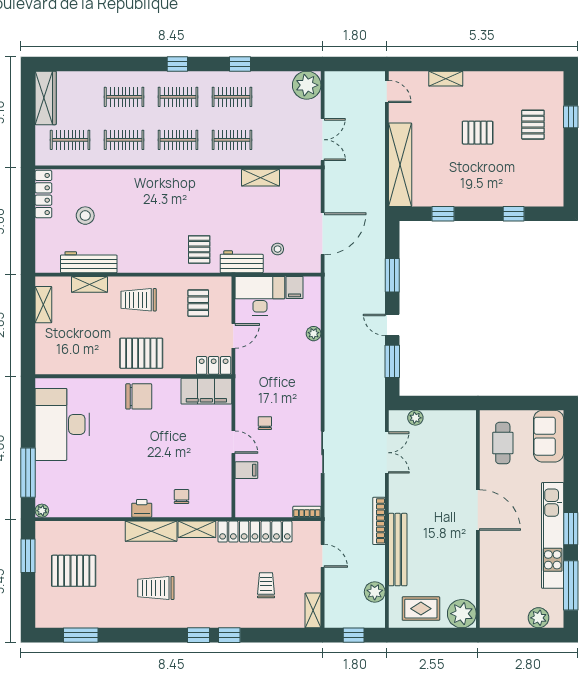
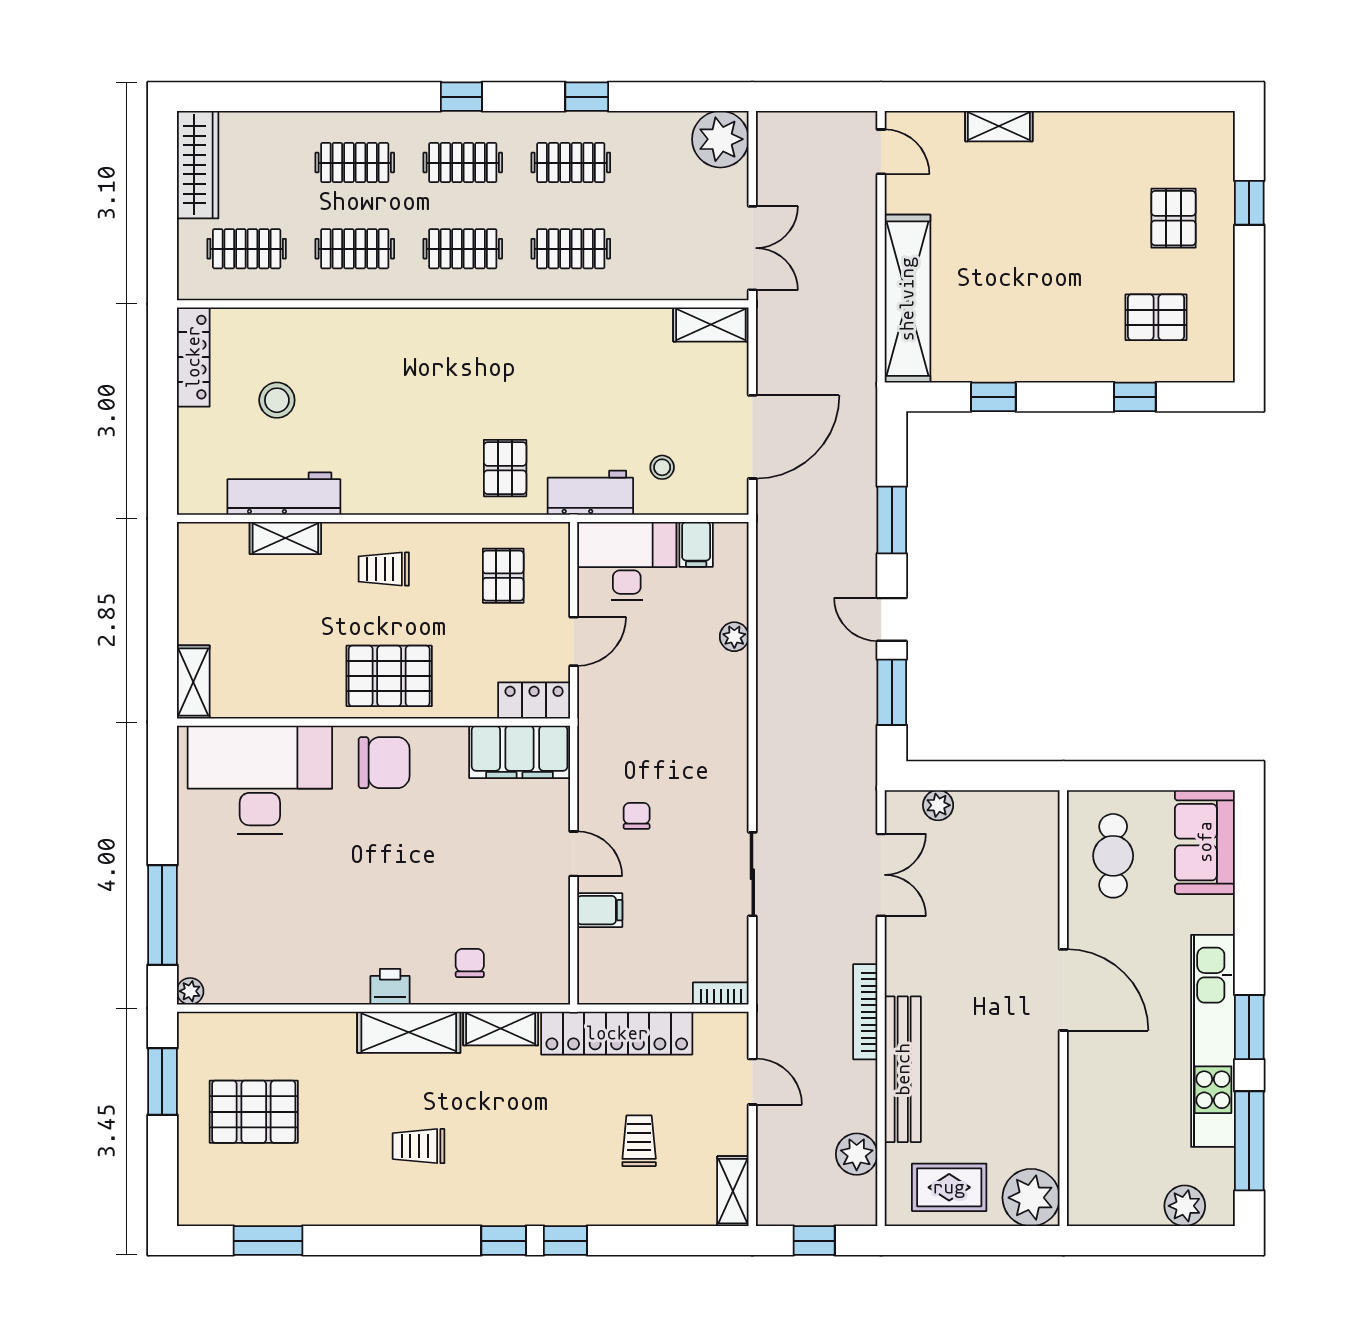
pallet: (478, 133) -> (1156, 317), moved
shelving: (261, 178) -> (711, 324), moved
trolley: (139, 300) -> (384, 569), width x0.73, depth x0.72
shelving: (43, 305) -> (193, 682), moved
desk: (62, 424) -> (260, 780), moved, turned 90
trolley: (156, 588) -> (419, 1146), width x0.73, depth x0.72

